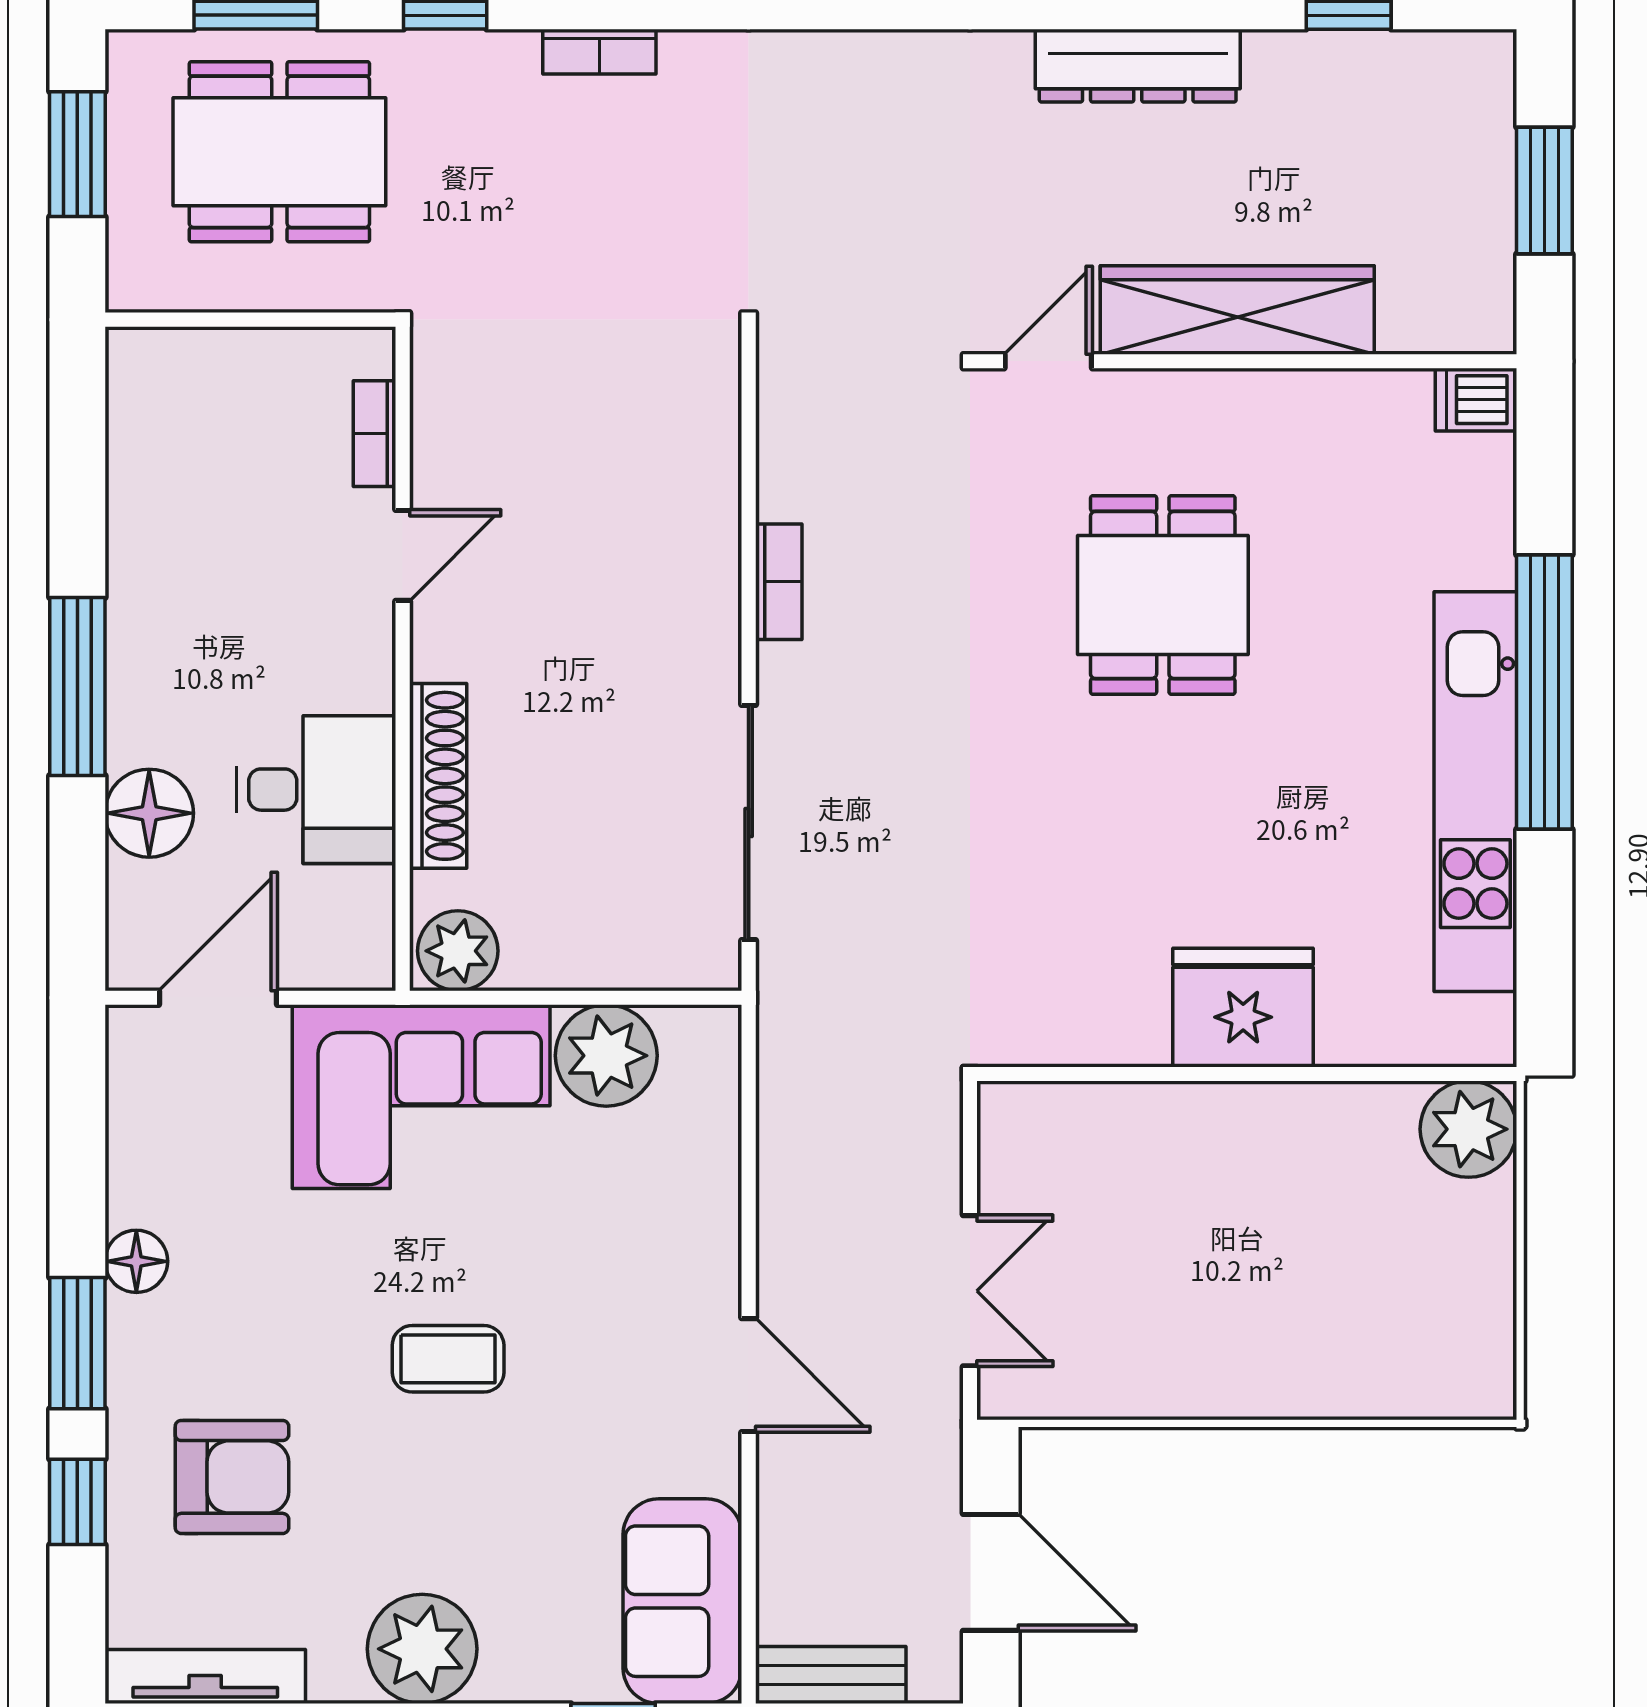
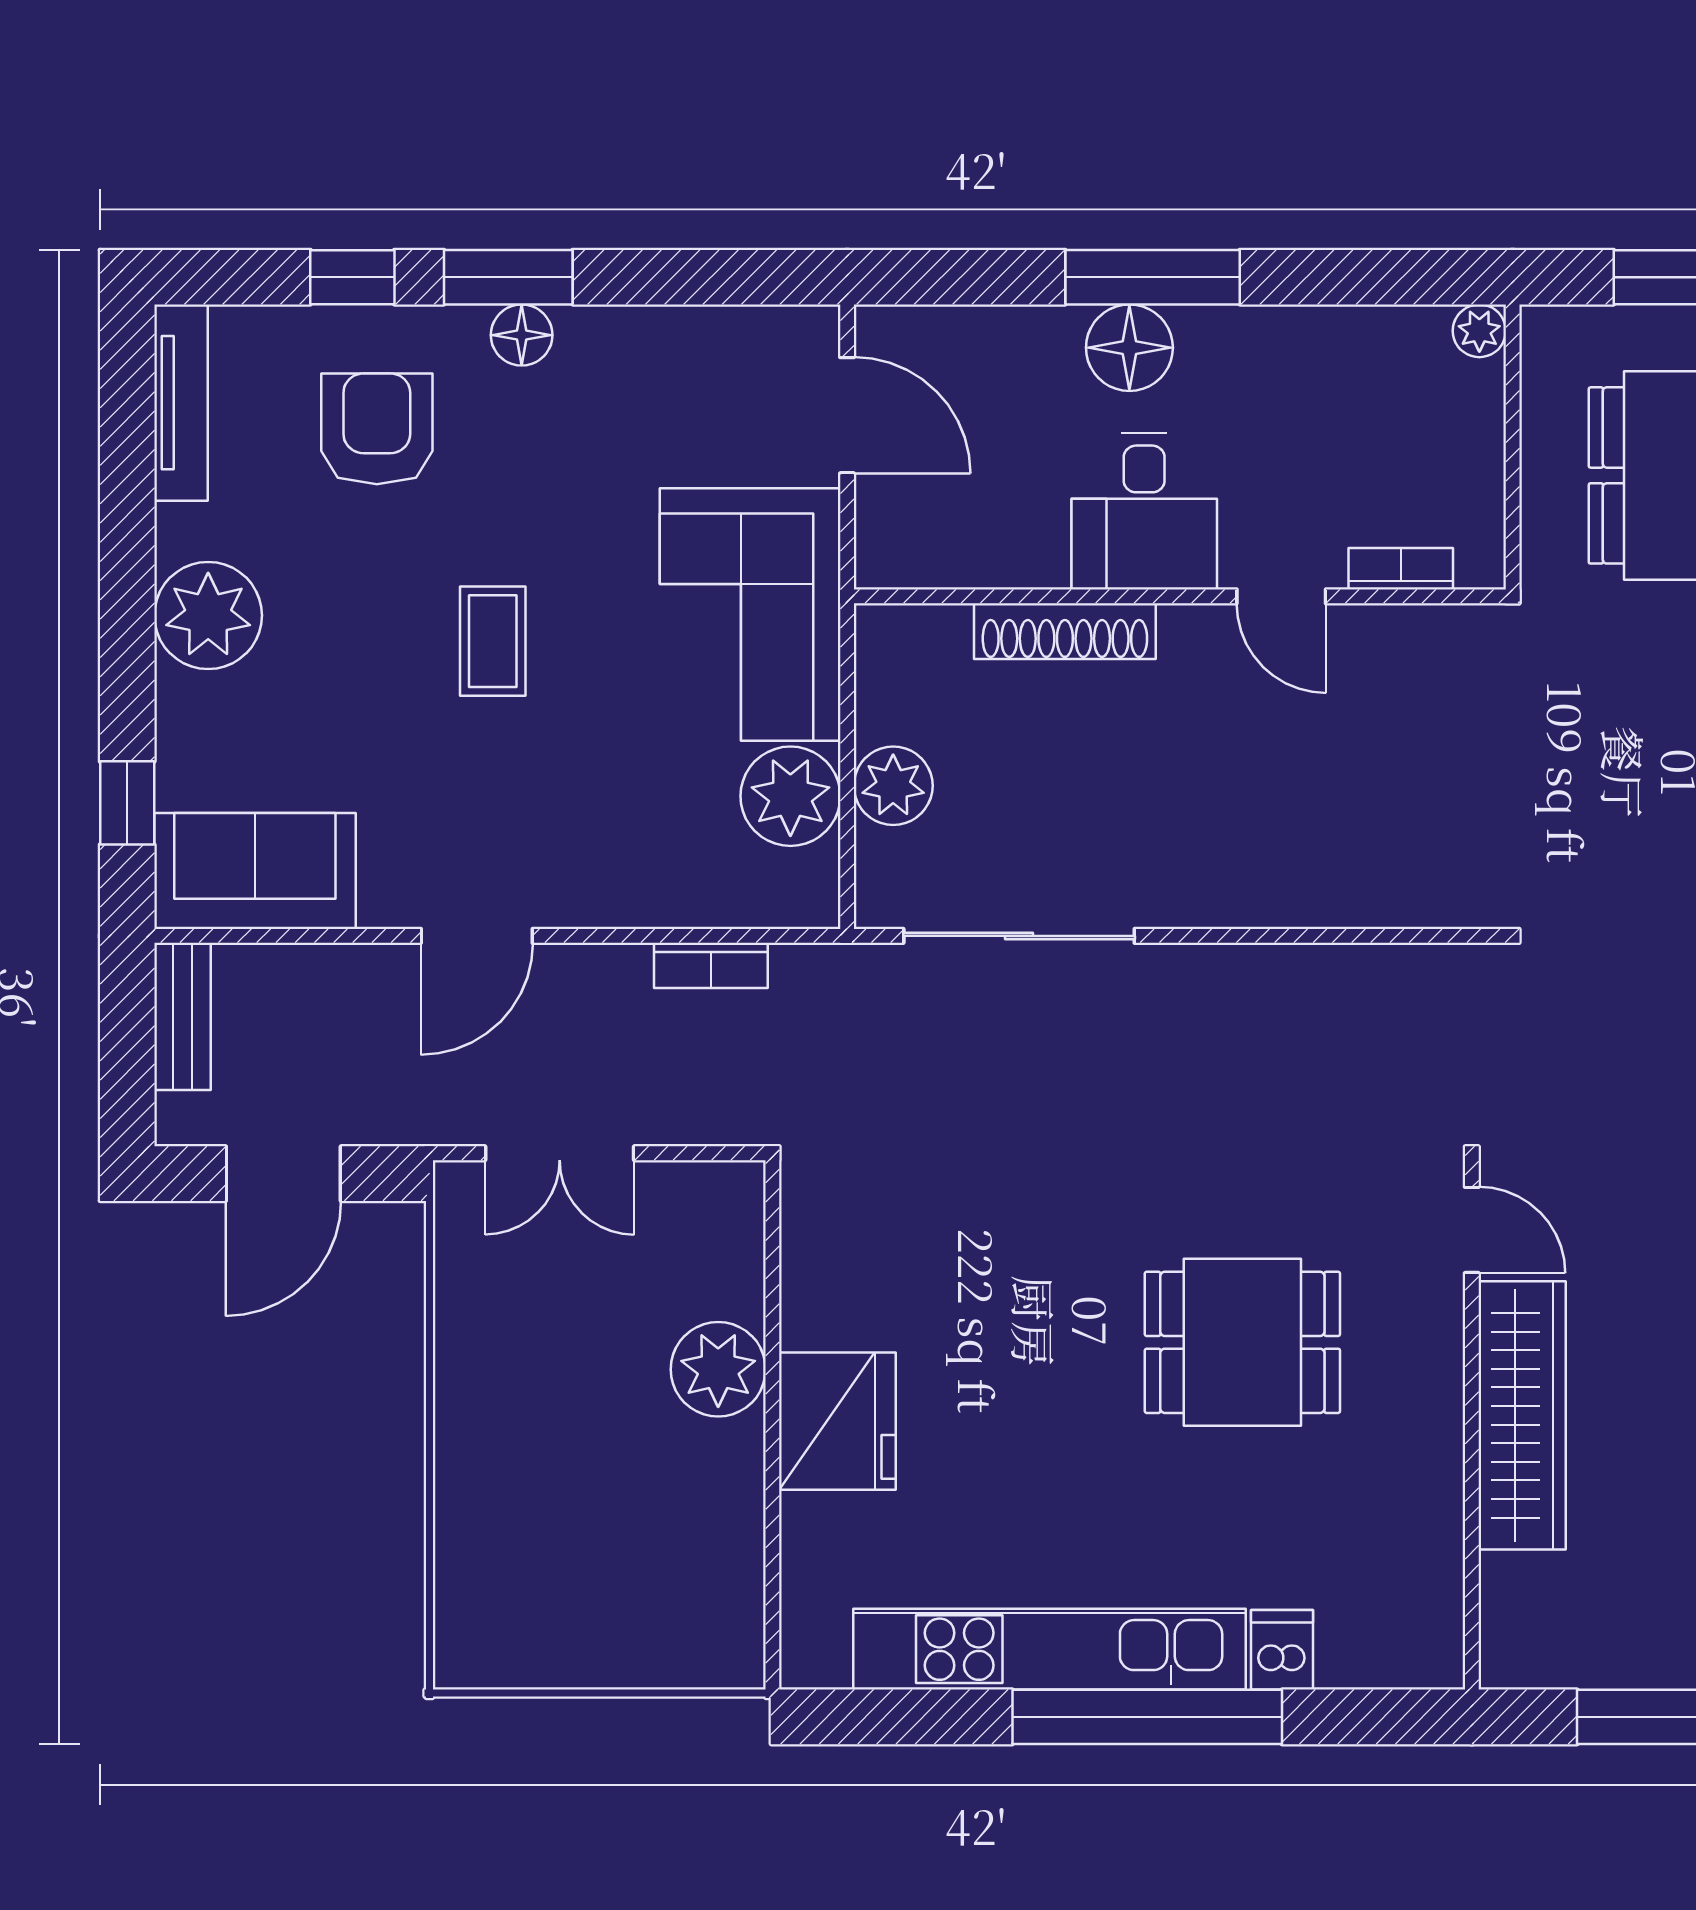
plant: (132, 354) -> (1479, 331), added
dishwasher: (1476, 400) -> (1282, 1650), moved
bookcase: (779, 582) -> (711, 965), moved
desk: (316, 790) -> (1144, 511), moved
floor lamp: (149, 813) -> (1129, 348), moved
plant: (458, 951) -> (893, 786), moved
plant: (1468, 1129) -> (718, 1369), moved
floor lamp: (136, 1261) -> (522, 335), moved
armchair: (232, 1477) -> (377, 429), turned 180

